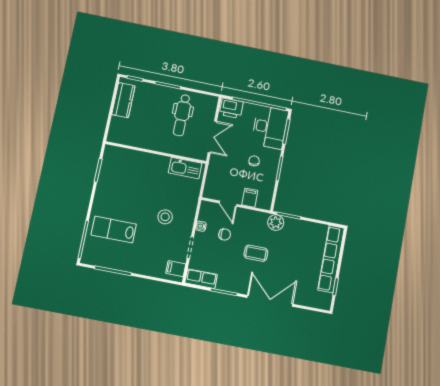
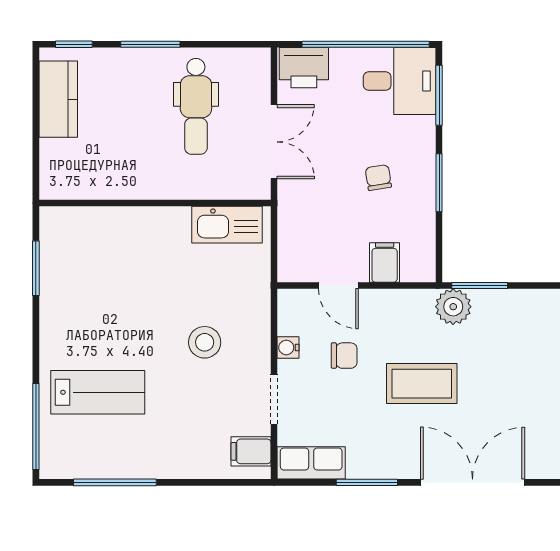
desk: (270, 127) -> (400, 81), width x0.73
lab bench: (114, 230) -> (98, 392), turned 180
coffee table: (256, 253) -> (422, 384), width x1.36, depth x1.30

